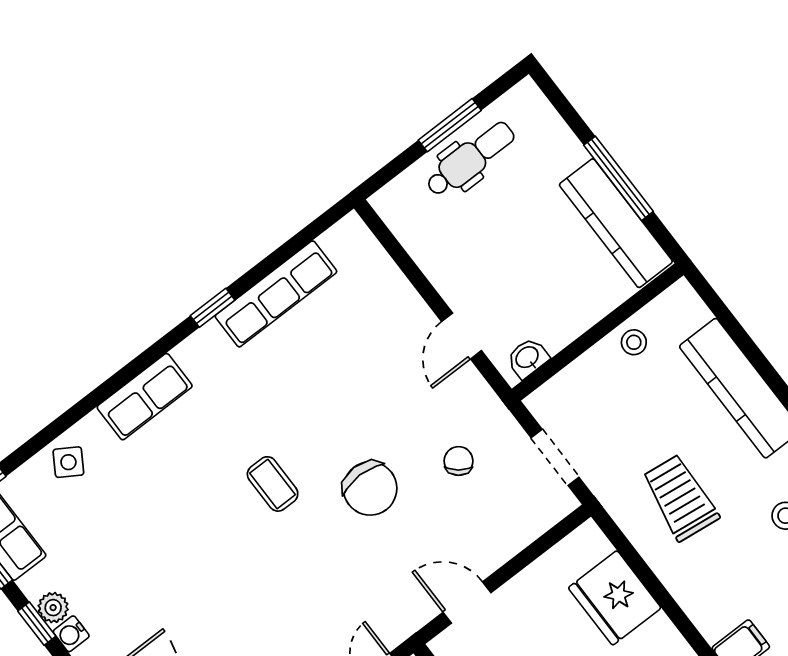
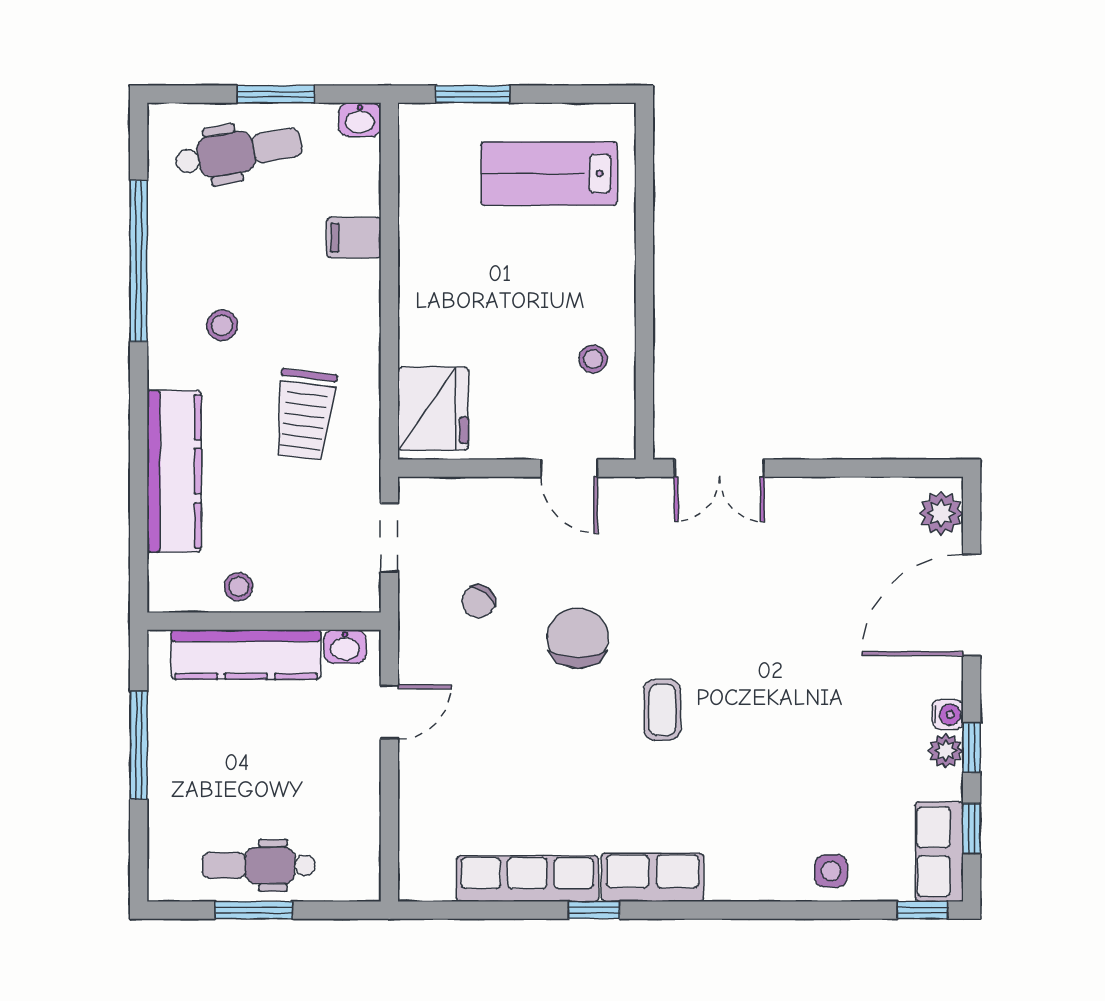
kitchen counter: (616, 223) -> (246, 655), moved, turned 90
row of seats: (145, 397) -> (653, 877), moved
side table: (68, 462) -> (831, 871), turned -32
fridge: (615, 598) -> (433, 409), moved

